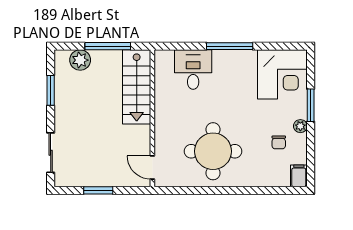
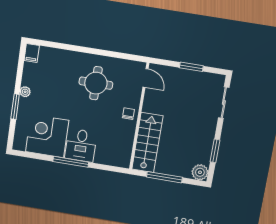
plant: (80, 60) -> (200, 172), moved
desk: (193, 70) -> (81, 145), moved
corner desk: (282, 74) -> (47, 136), moved
chair: (279, 142) -> (128, 114), moved
round table: (213, 151) -> (96, 83), width x0.73, depth x0.73

